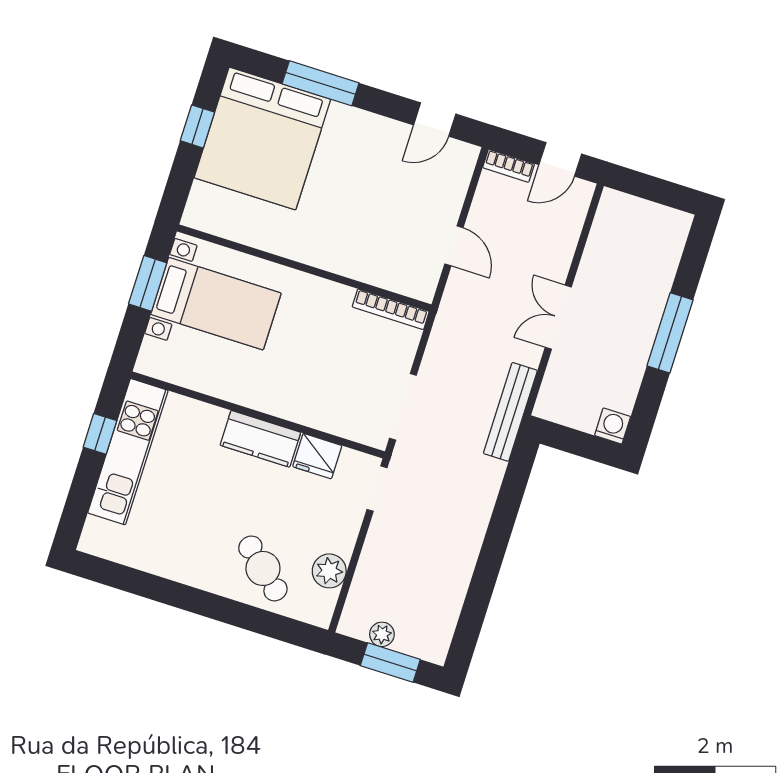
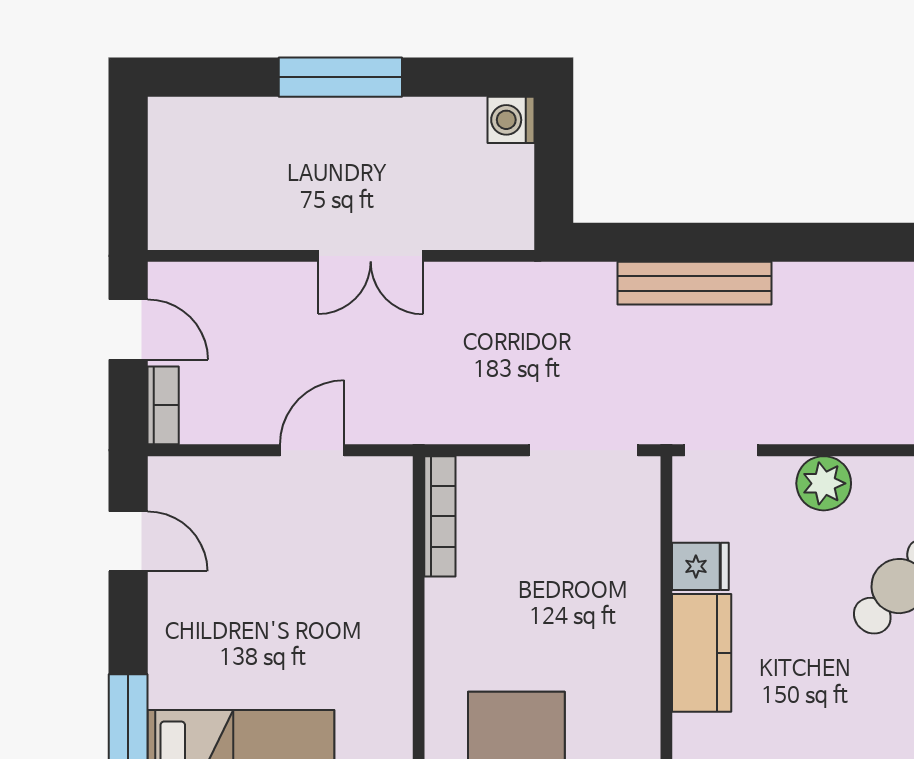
bench: (510, 412) -> (695, 283), moved
fridge: (317, 456) -> (700, 566), width x0.72
plant: (329, 571) -> (824, 483), moved

